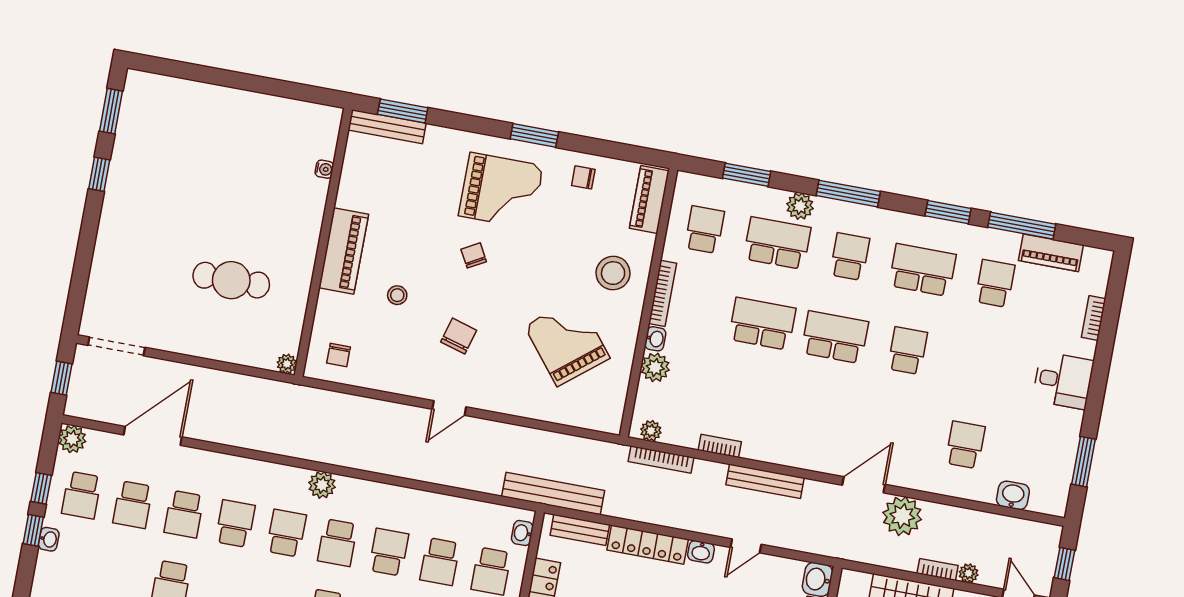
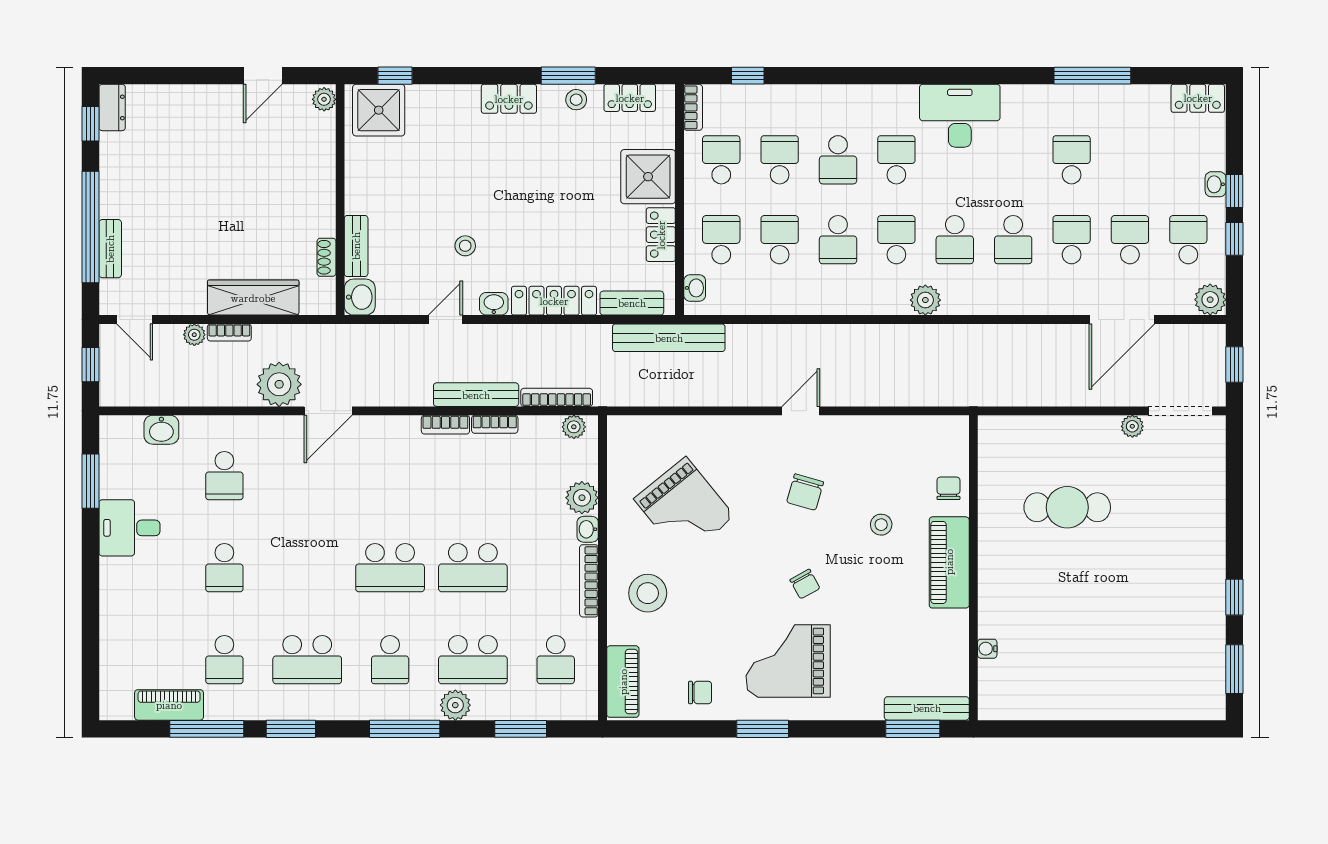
bookcase: (1094, 318) -> (445, 425), moved, turned 90
school desk: (907, 351) -> (224, 568), moved
chair: (339, 355) -> (948, 488), moved
plant: (287, 364) -> (1132, 426), moved
desk: (1063, 380) -> (129, 528), moved
bench: (765, 481) -> (476, 395), moved

